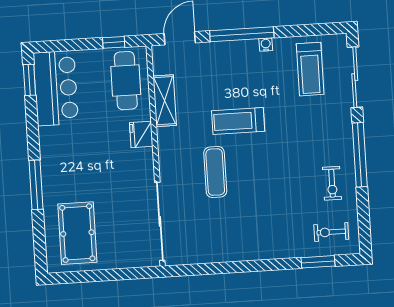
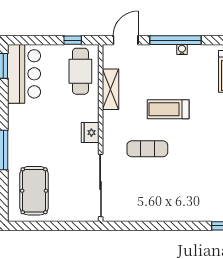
water cooler: (266, 45) -> (182, 49), moved
fridge: (141, 134) -> (90, 133), moved
exercise mat: (215, 172) -> (147, 149), turned 90

